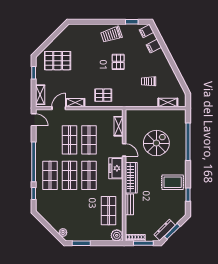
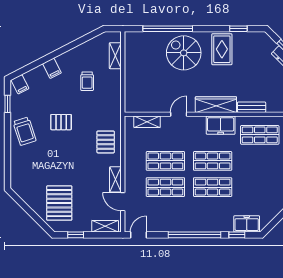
filing cabinet: (154, 46) -> (52, 68), moved
spiral stairs: (156, 143) -> (184, 53), moved
freezer: (116, 168) -> (221, 125), moved
shop shelf: (50, 175) -> (213, 213), removed
freezer: (42, 201) -> (247, 224), added

